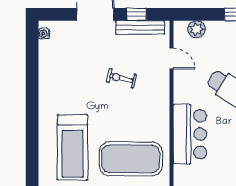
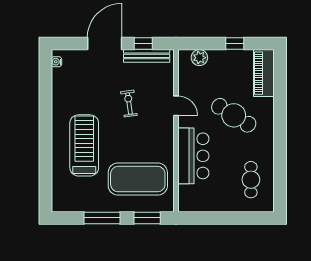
door: (171, 58) -> (176, 106), moved
exercise bike: (121, 78) -> (129, 104), turned 69
treadmill: (73, 147) -> (84, 145), moved, turned 180

